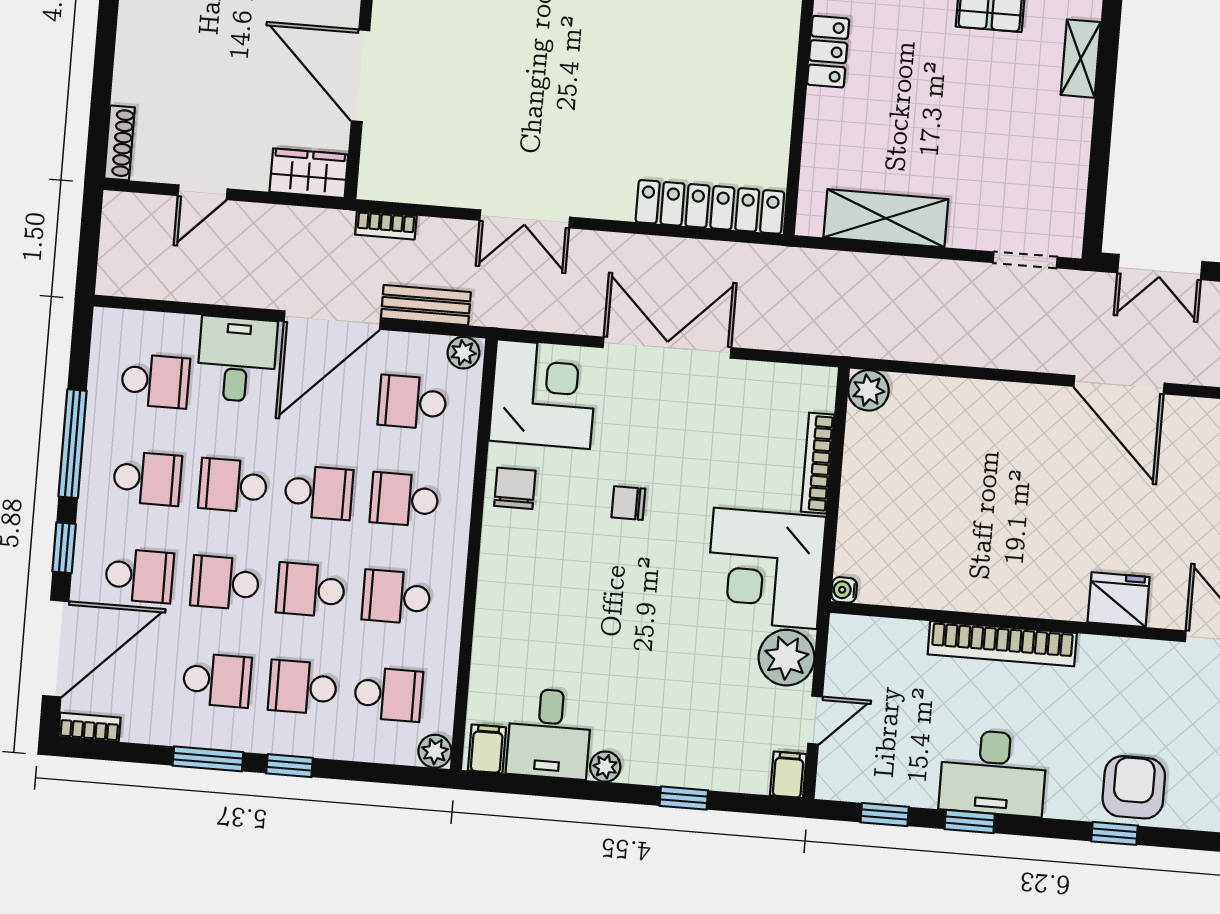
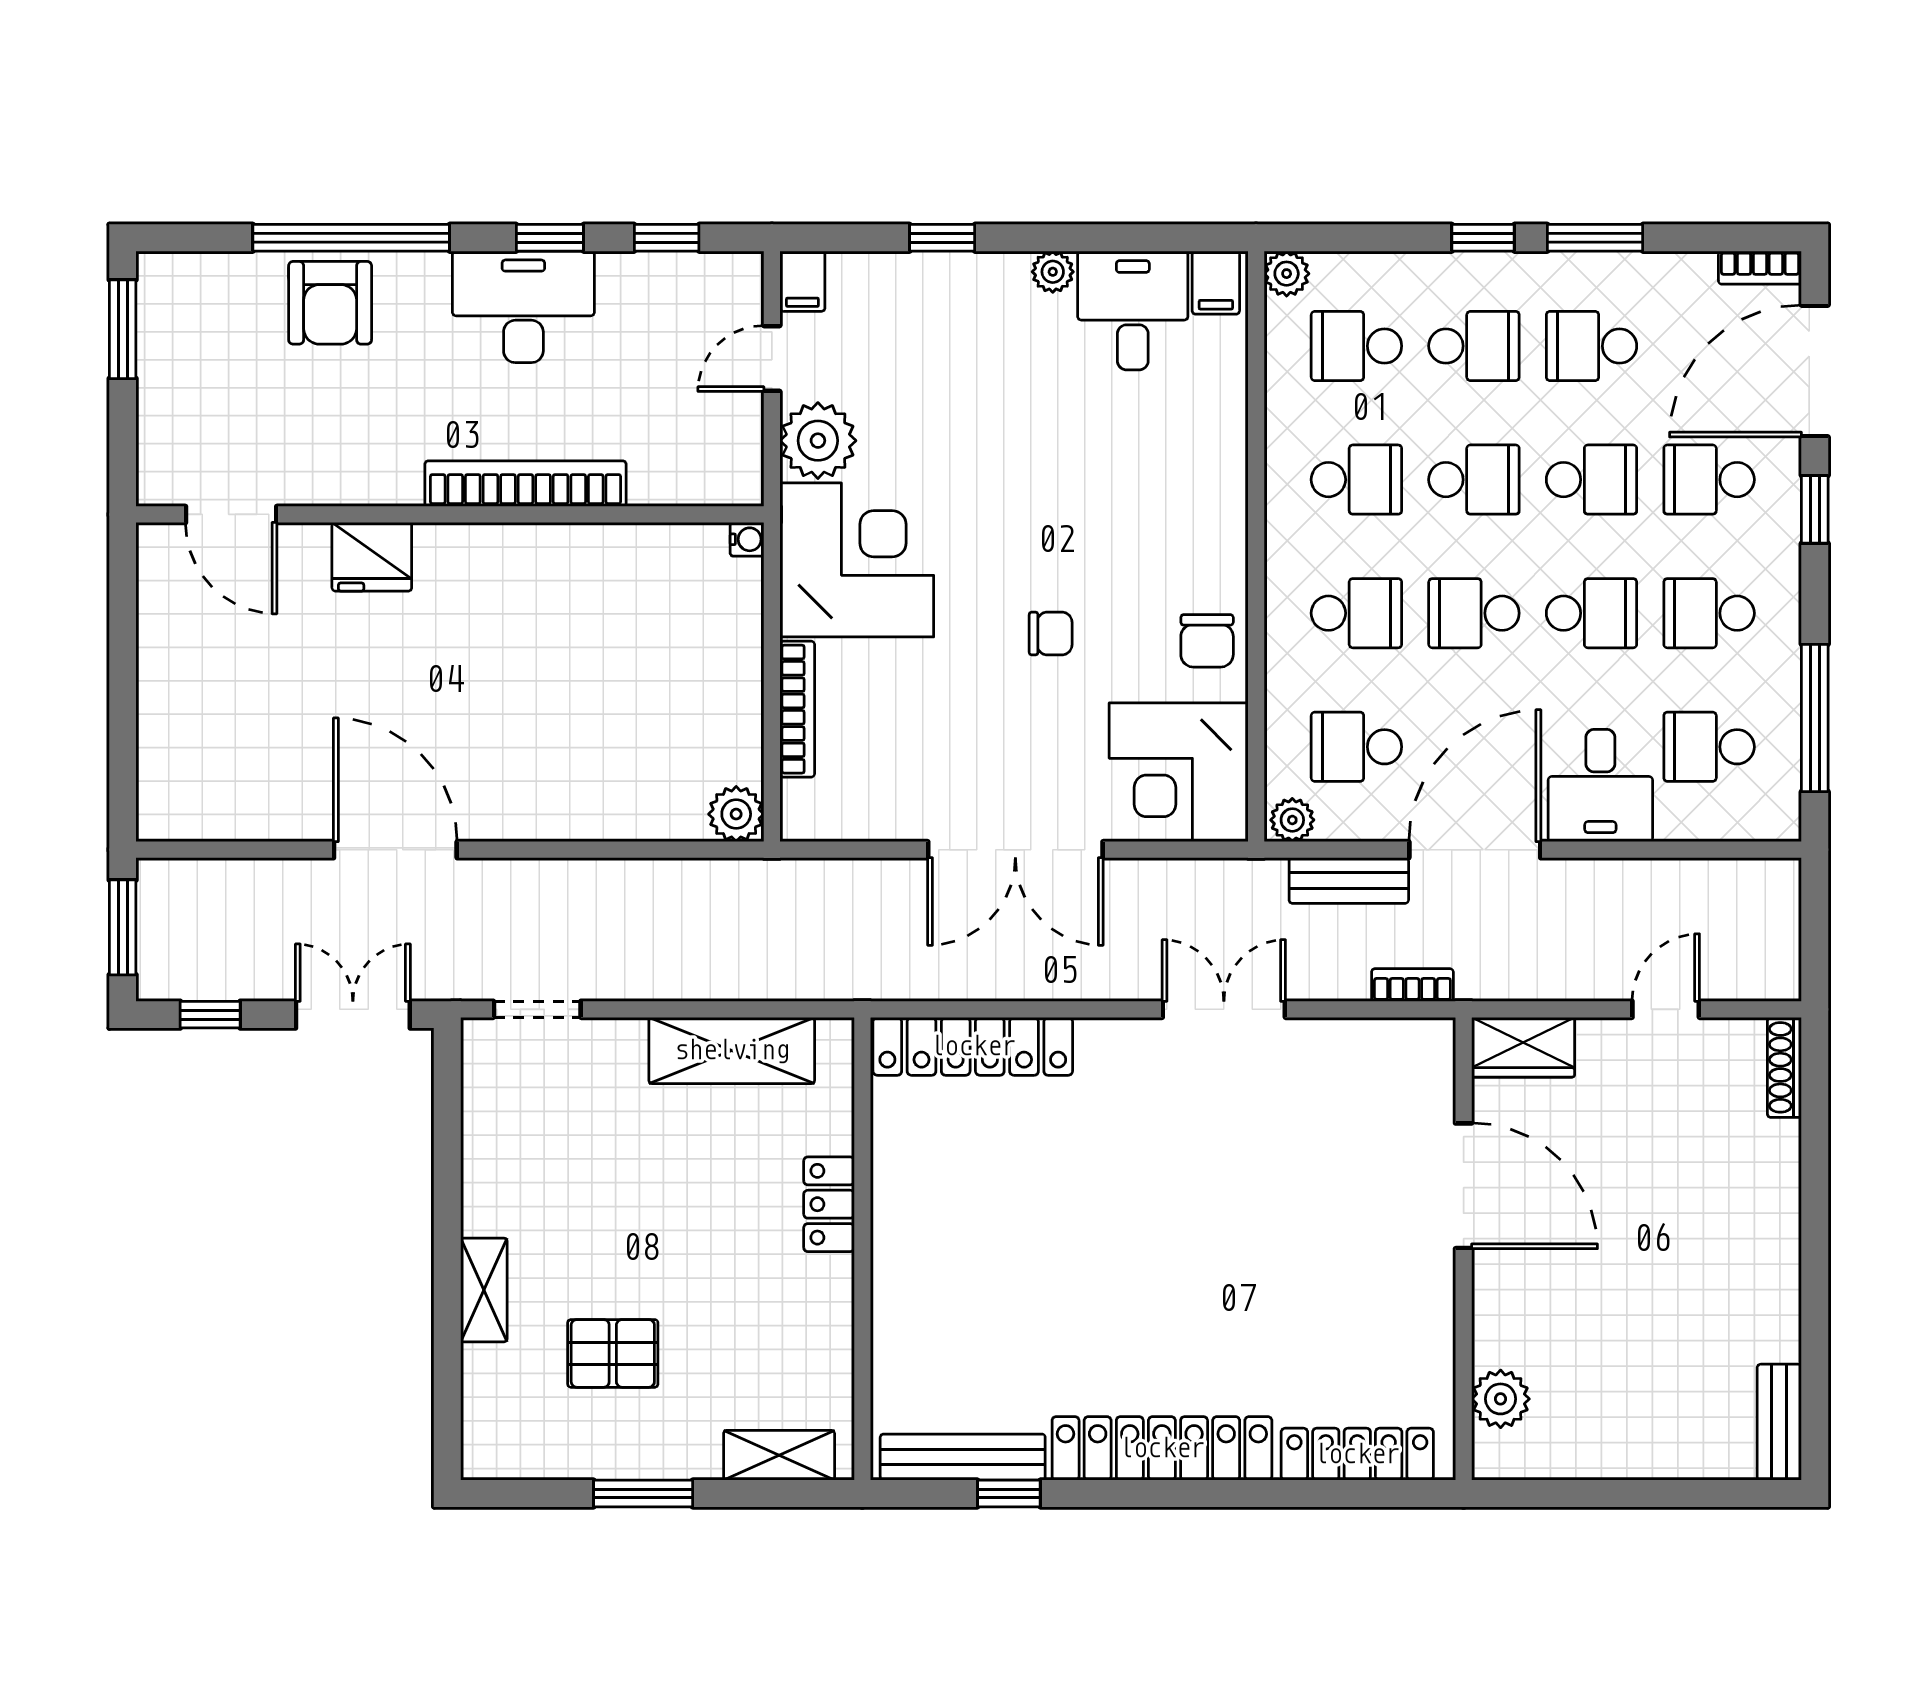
locker: (828, 52) -> (829, 1204), moved
school desk: (412, 402) -> (1356, 747), turned 180
window: (73, 444) -> (1815, 718), moved
window: (1115, 833) -> (351, 238), width x3.17

